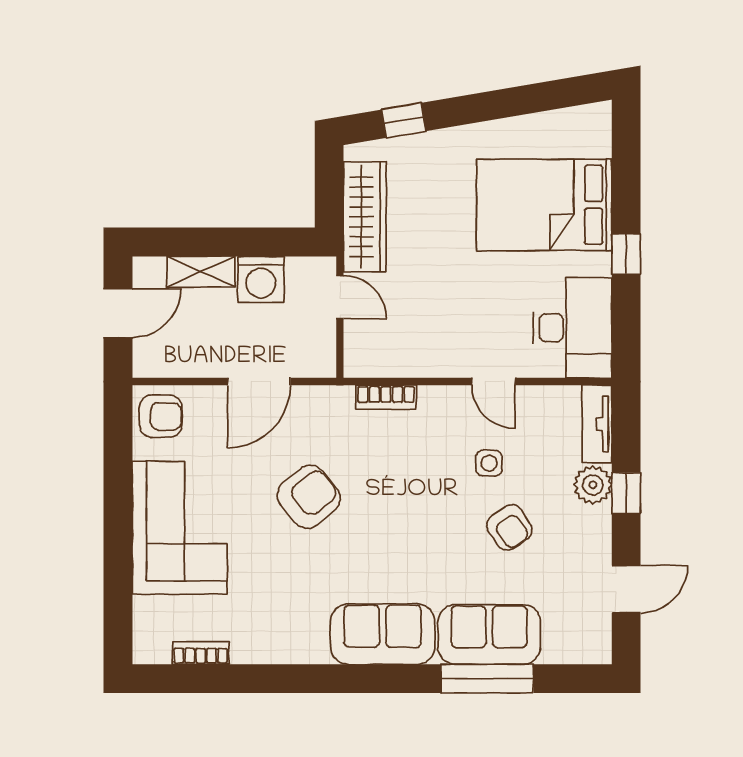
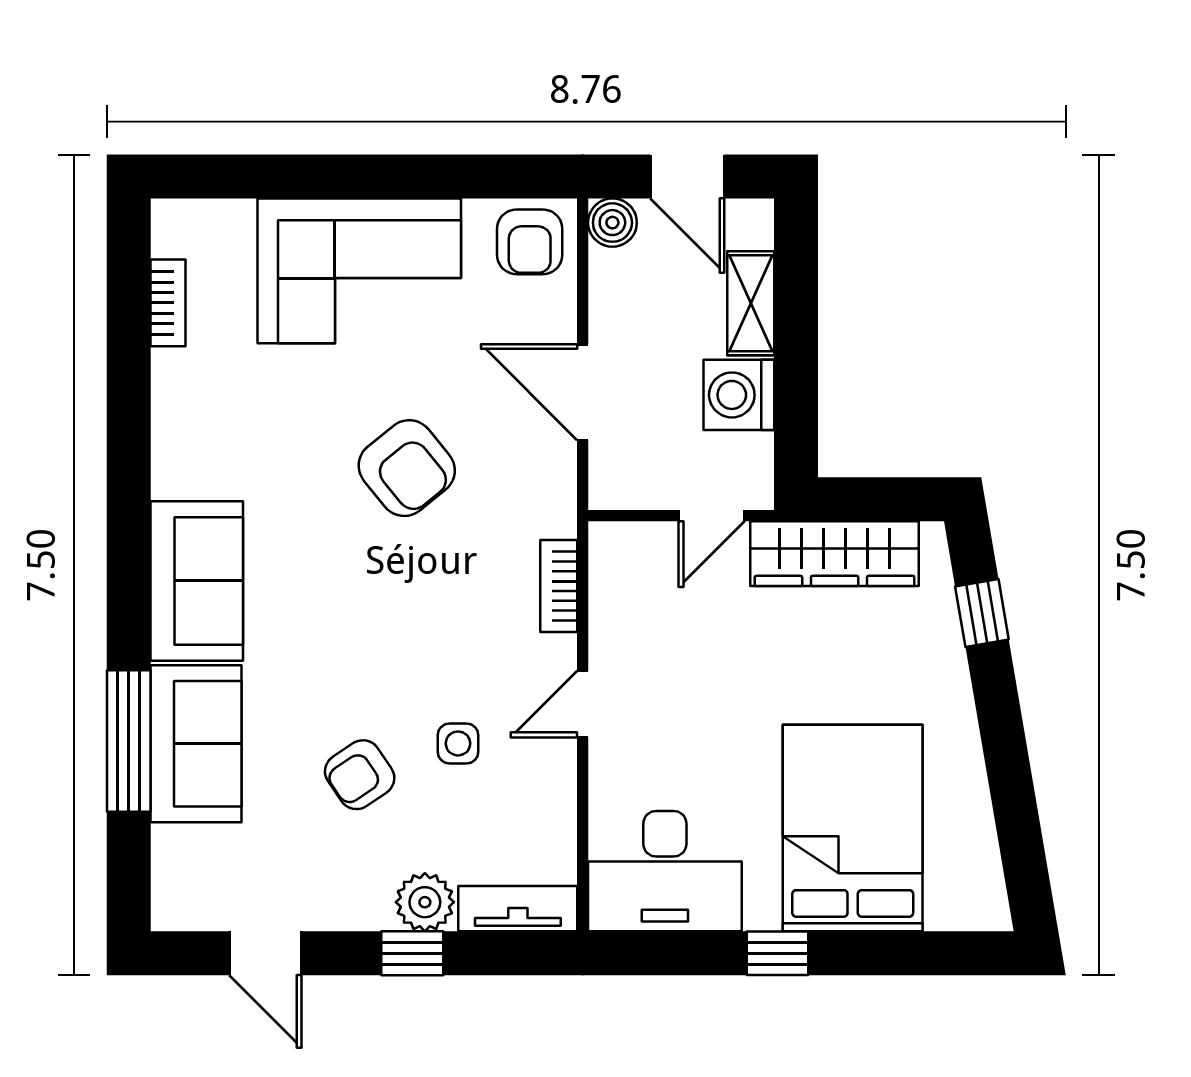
boiler: (148, 362) -> (612, 223), added
door: (494, 382) -> (583, 704), moved

